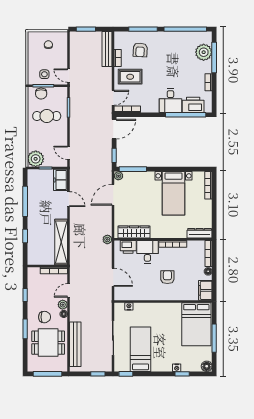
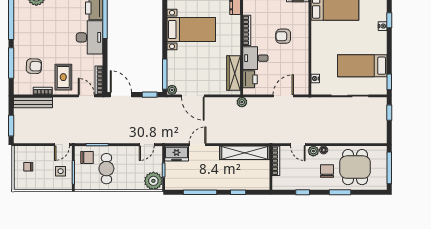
chair: (41, 94) -> (87, 157), moved
desk: (170, 101) -> (89, 37), width x1.37
bench: (75, 344) -> (357, 137), removed

